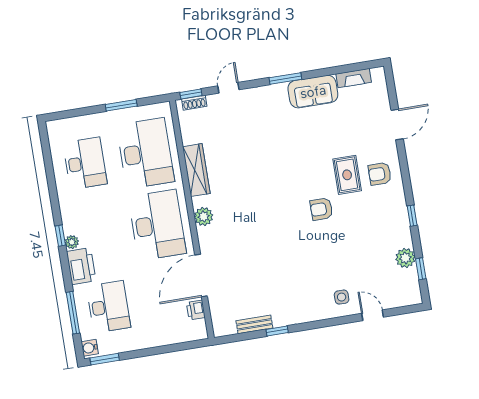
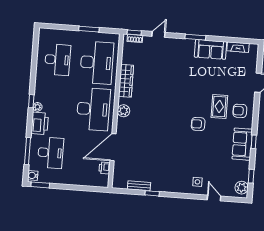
sofa: (396, 223) -> (242, 144), added
plant: (405, 258) -> (242, 188), moved

